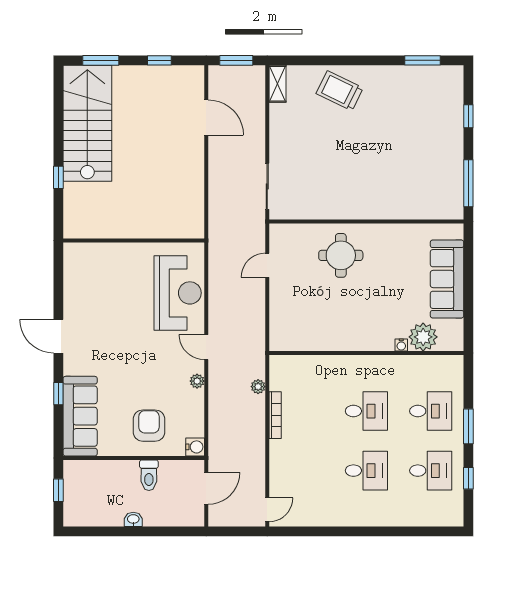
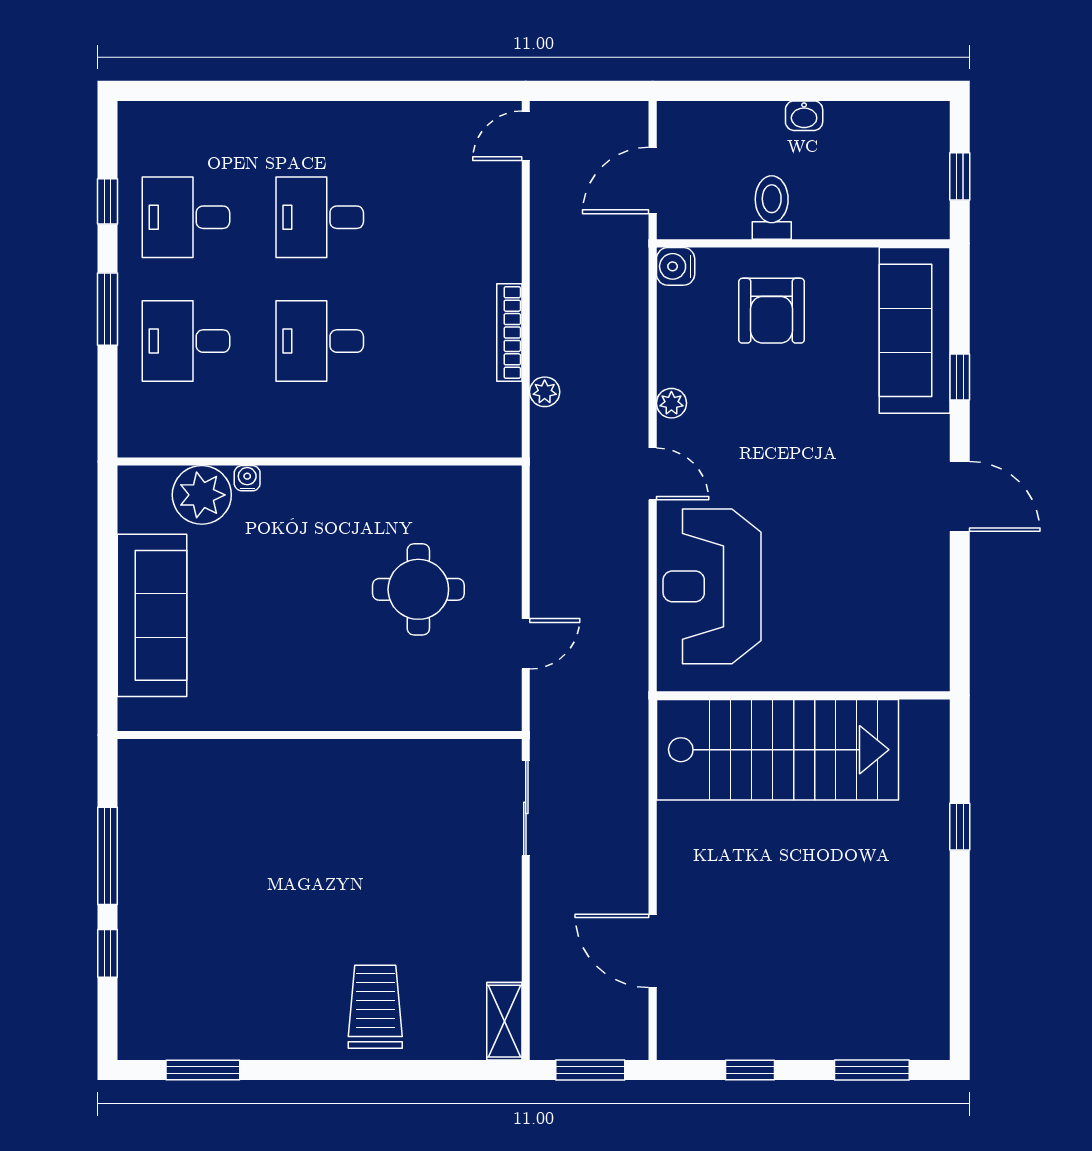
trolley: (340, 91) -> (375, 1007), turned -116
stairs: (87, 123) -> (778, 750), moved, turned -90
window: (468, 183) -> (108, 856), moved
round table: (341, 255) -> (418, 589), moved

